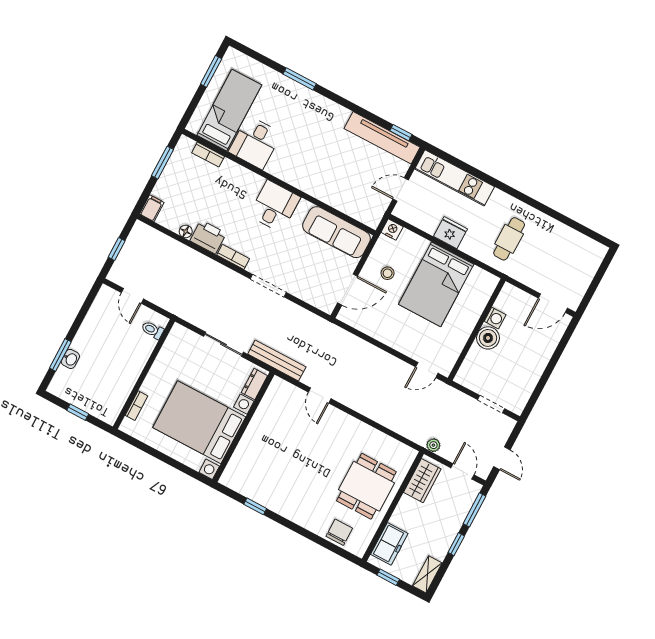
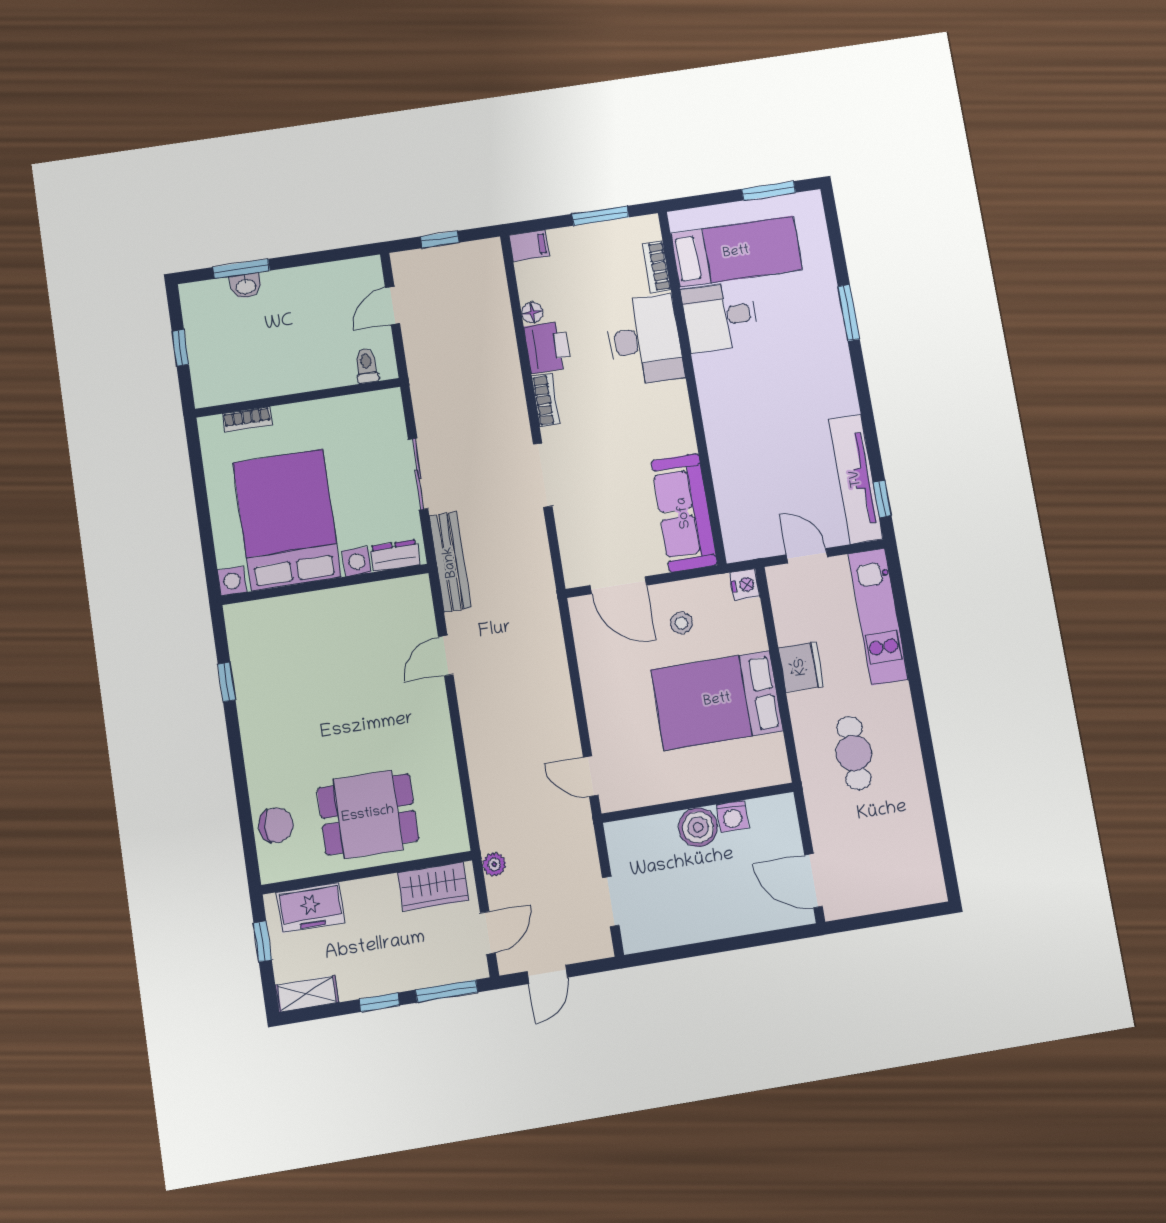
desk: (275, 206) -> (645, 340), moved, width x1.37
cafe table: (509, 239) -> (854, 753), turned 90

